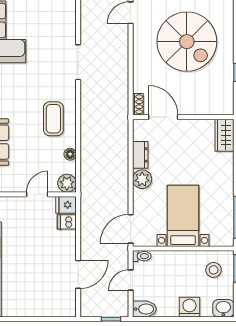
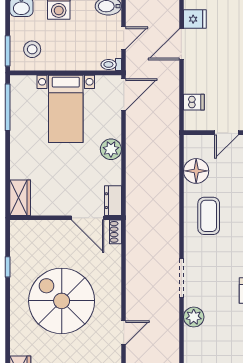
floor lamp: (70, 154) -> (196, 171), width x1.89, depth x1.89
dresser: (140, 155) -> (113, 201), moved
plant: (67, 183) -> (194, 317), moved
fridge: (66, 205) -> (195, 19), moved

